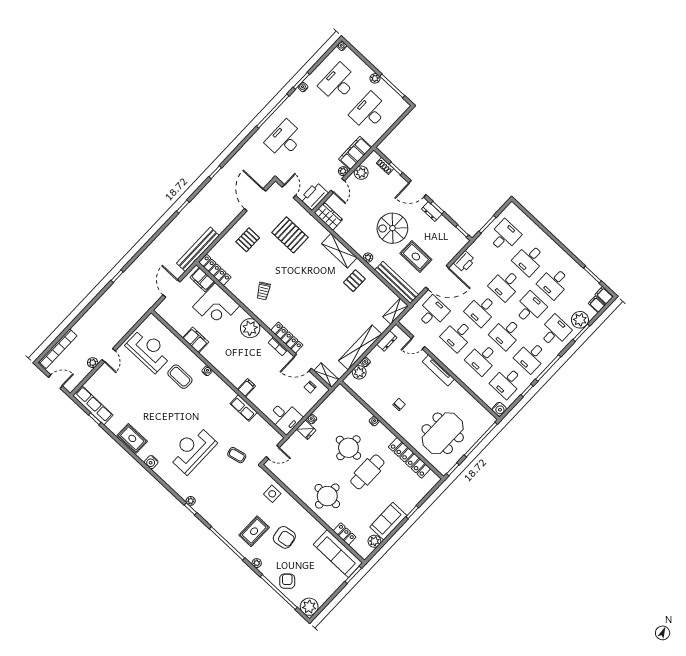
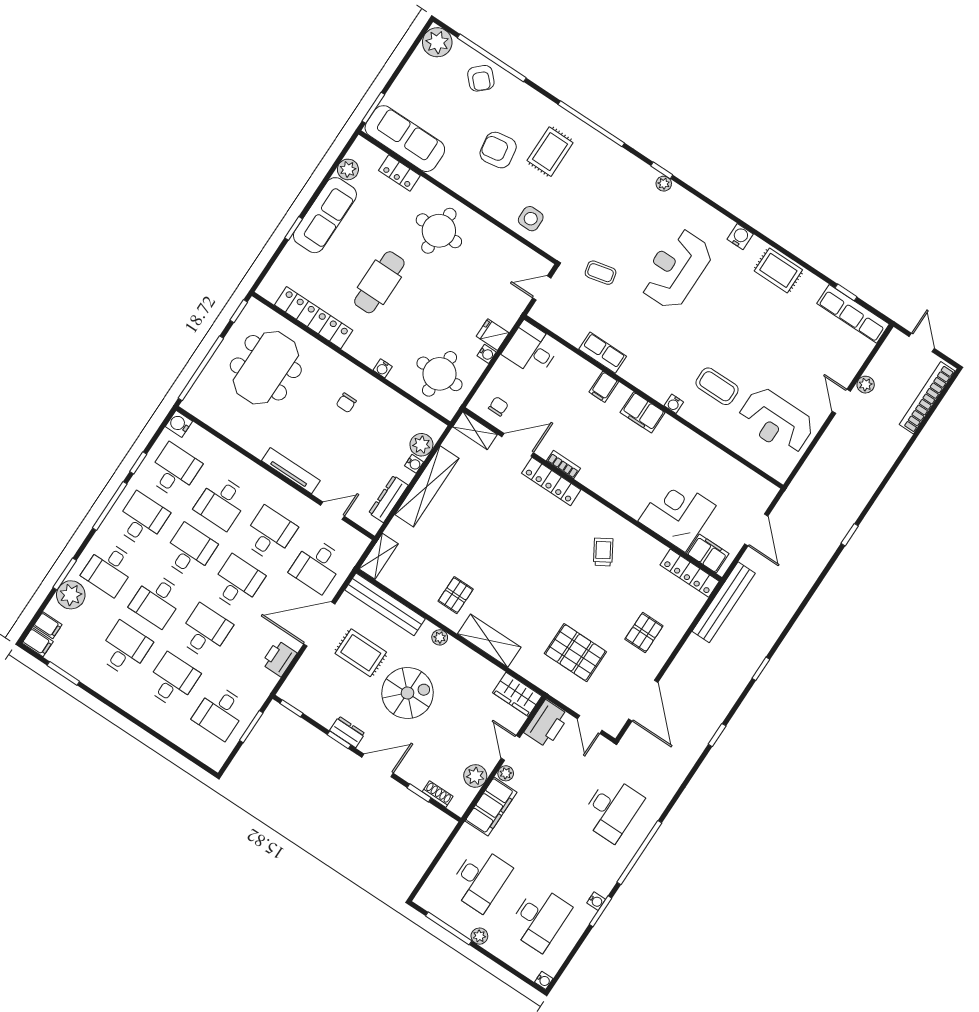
plant: (250, 328) -> (615, 487), removed
filing cabinet: (196, 340) -> (643, 412), moved
dresser: (387, 341) -> (388, 499), width x1.44
desk: (482, 359) -> (222, 502), turned 180
door: (55, 382) -> (922, 342), swing flipped
round table: (348, 448) -> (440, 374), moved
reception desk: (192, 450) -> (676, 269), turned 180
sofa: (388, 521) -> (325, 215), width x1.36
plant: (257, 563) -> (537, 100), removed

